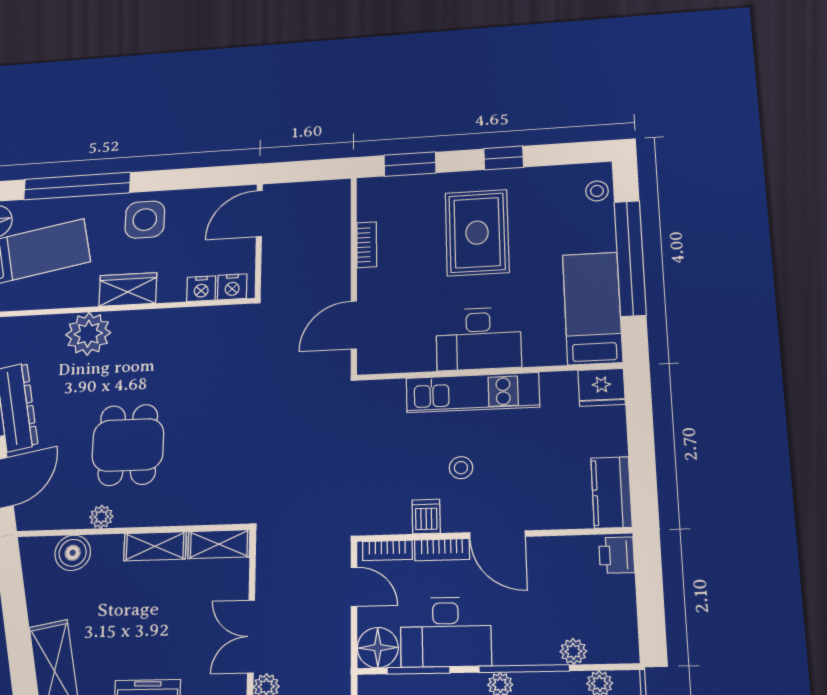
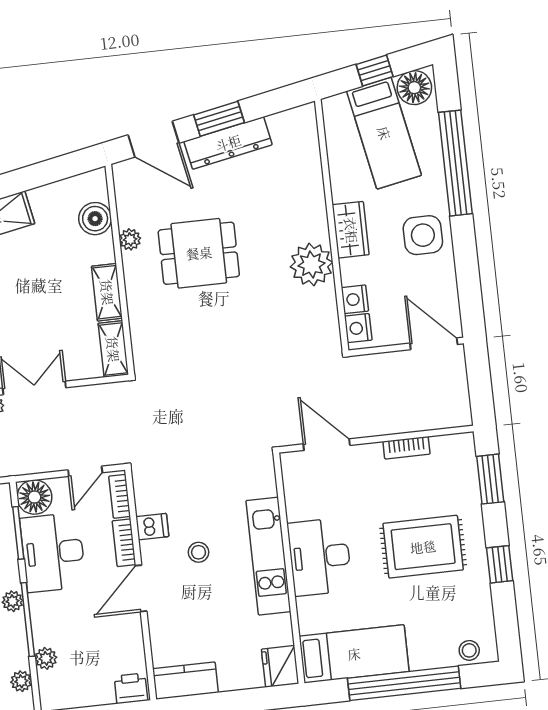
plant: (88, 334) -> (311, 265), moved

